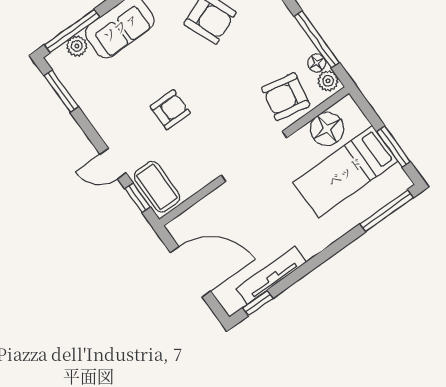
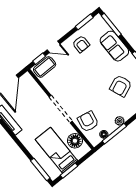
plant: (77, 46) -> (105, 28), removed
plant: (328, 81) -> (119, 121), moved
armchair: (170, 110) -> (81, 44), moved
door: (113, 164) -> (54, 47), swing flipped

